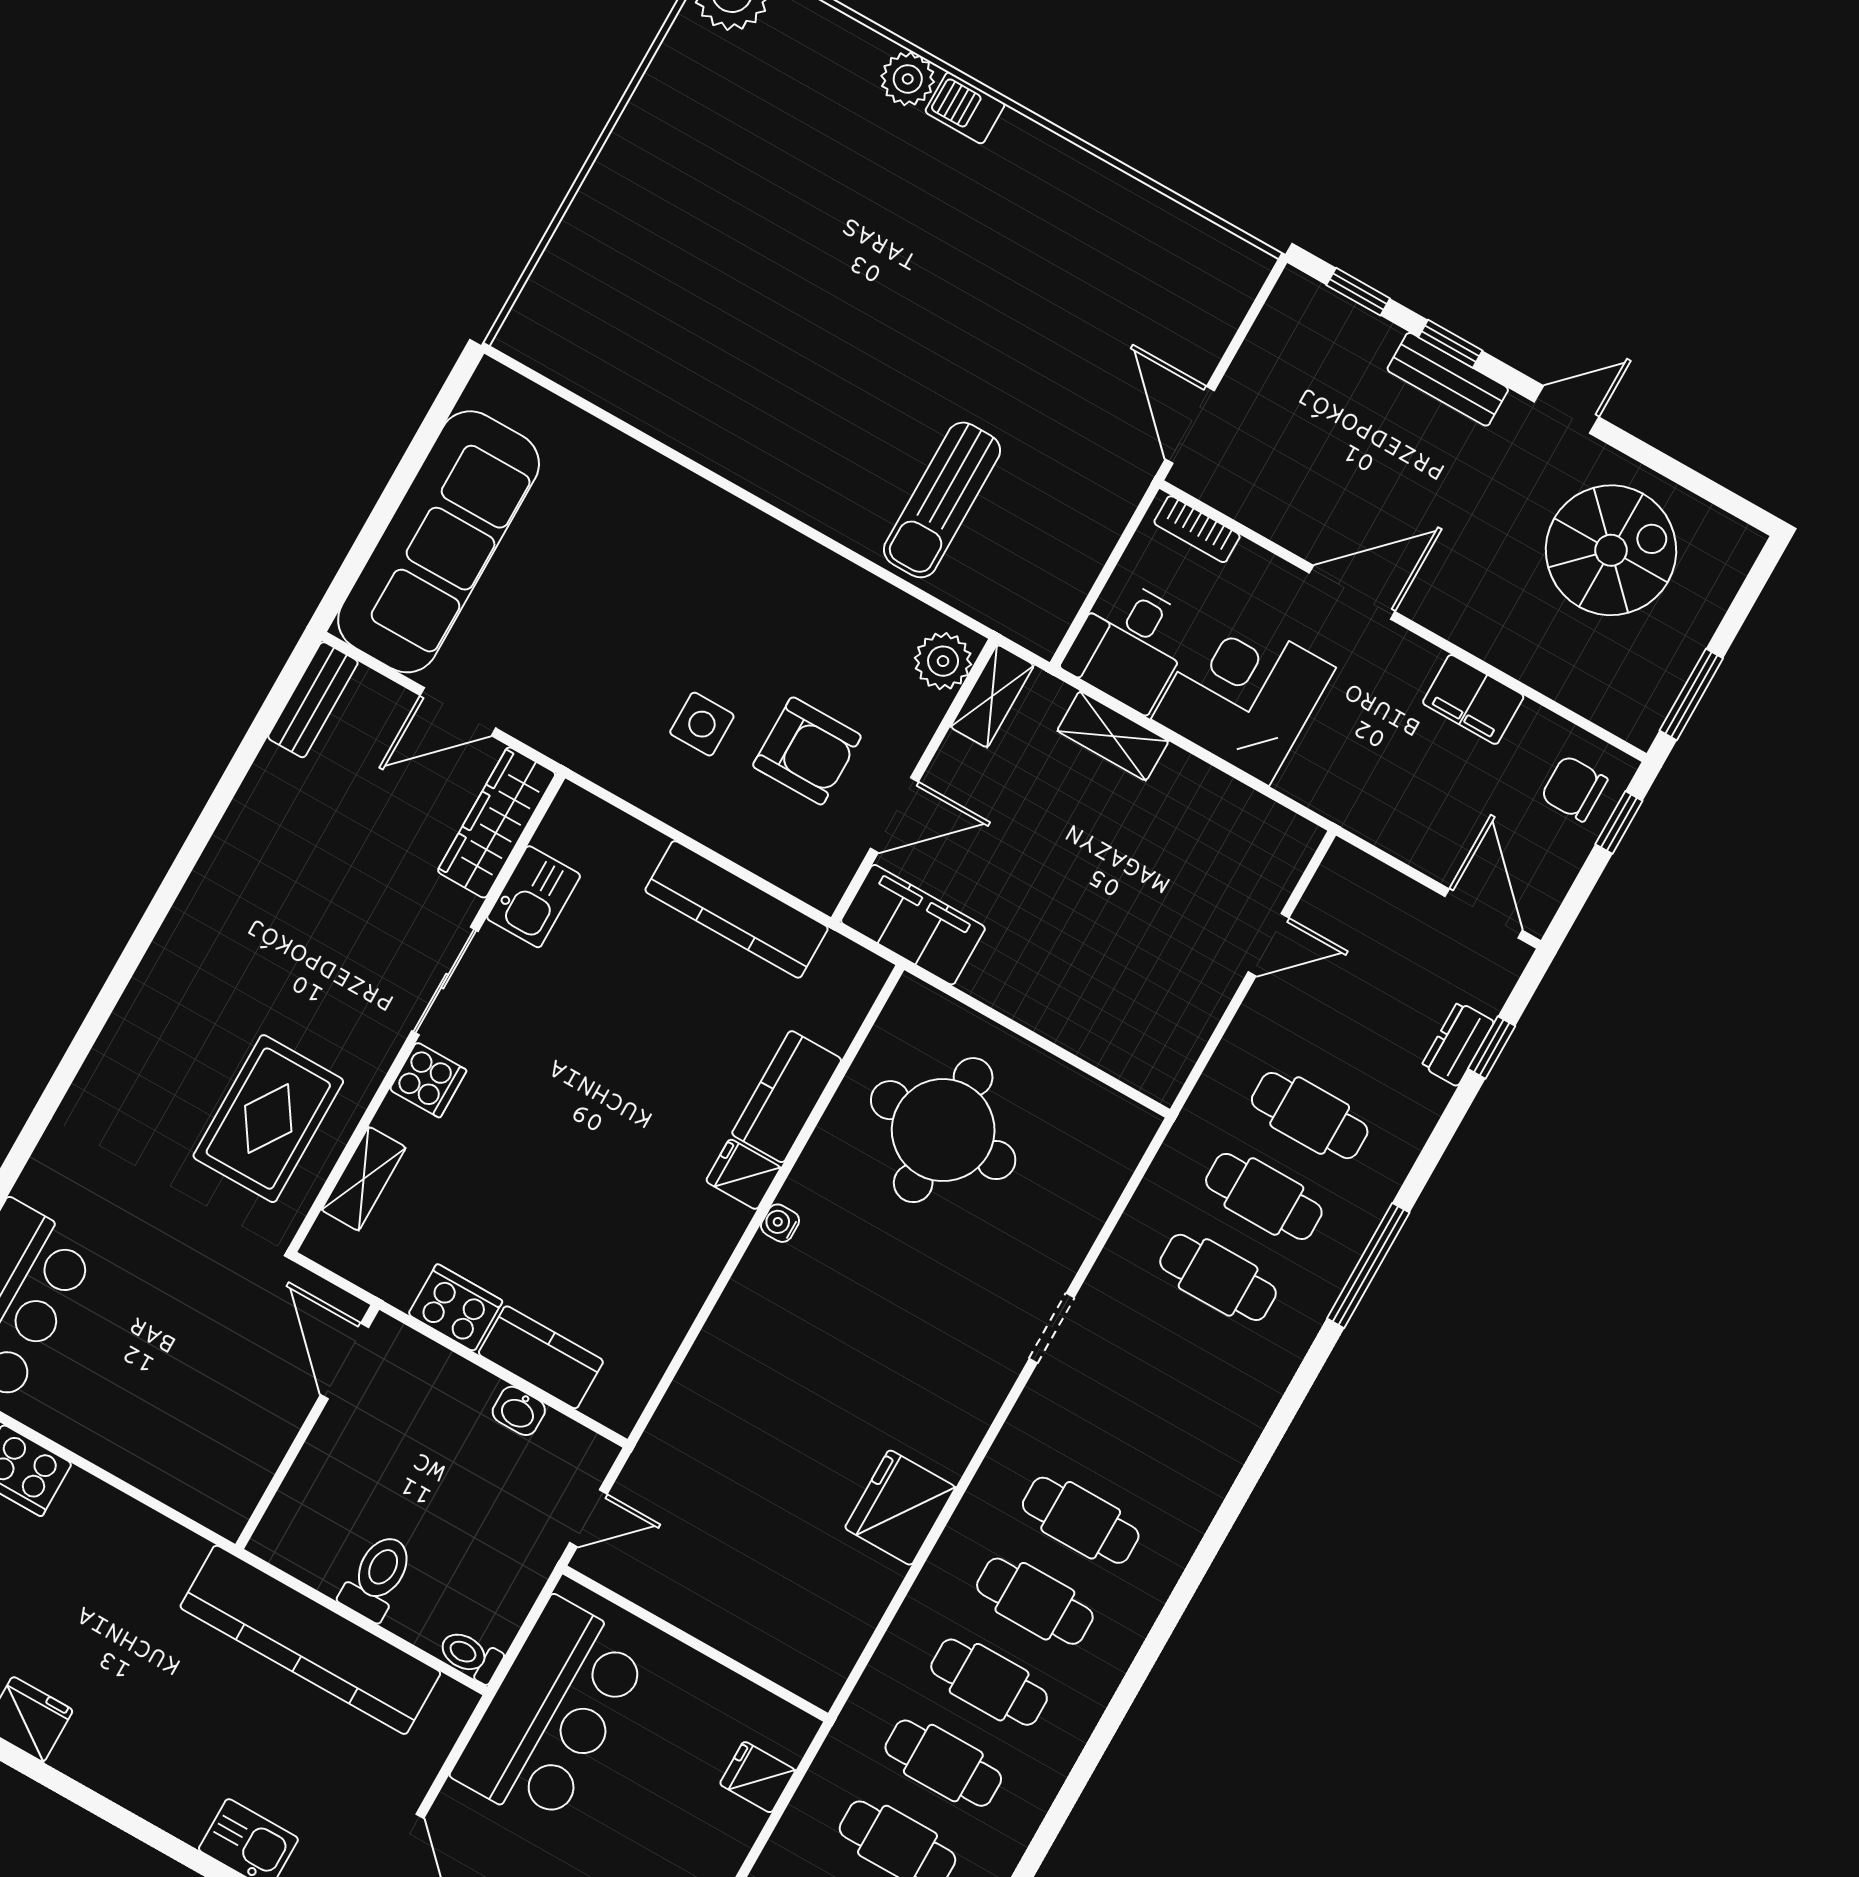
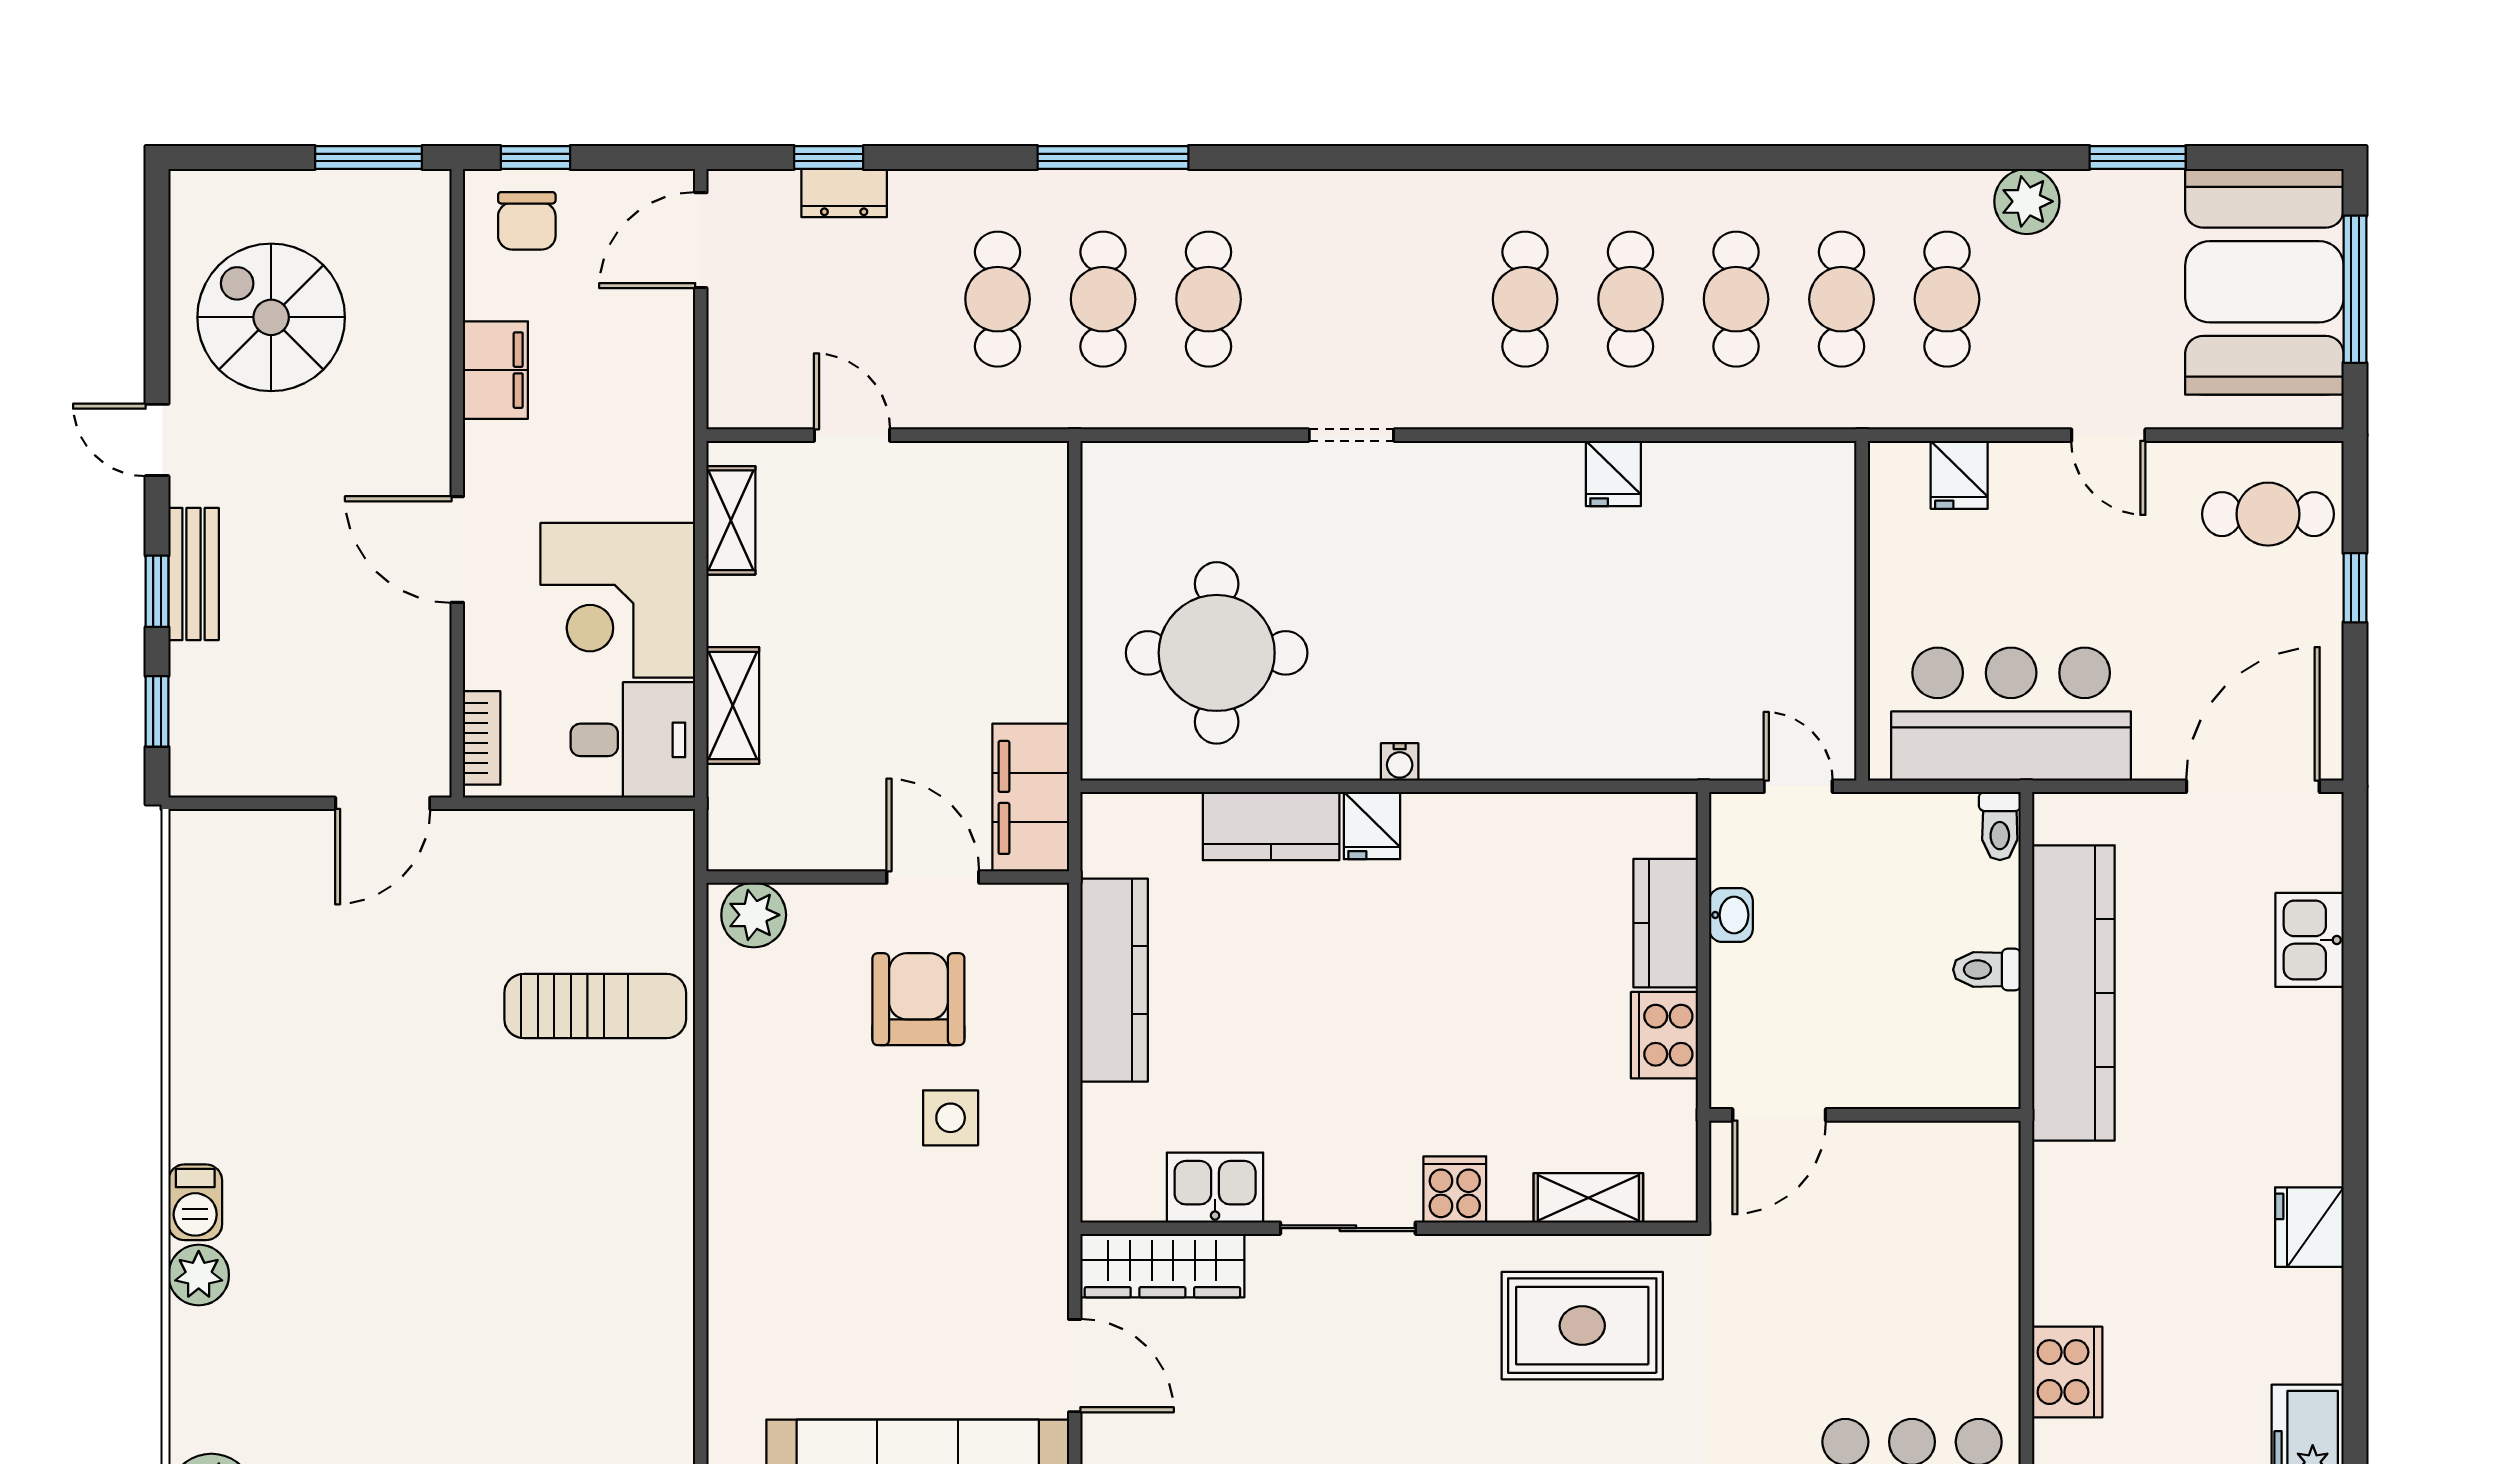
shelving: (992, 696) -> (731, 520), moved, turned 90
fridge: (900, 1508) -> (1613, 473), width x0.53, depth x0.75
toilet: (377, 1577) -> (1987, 970), width x0.73, depth x0.72

